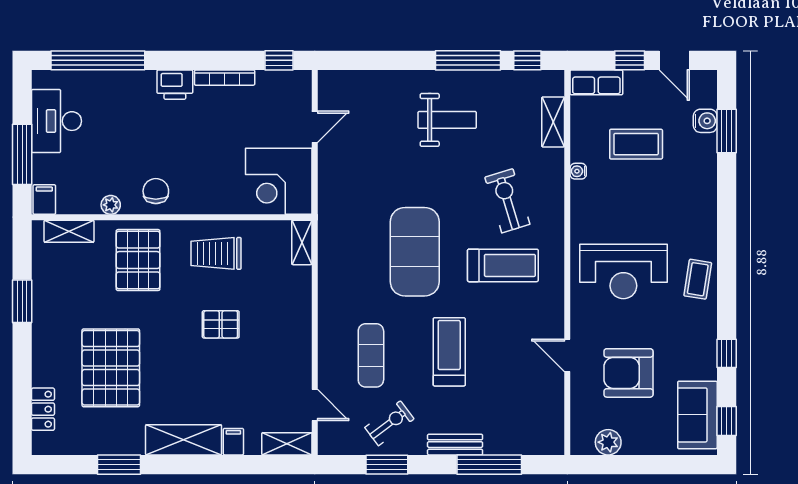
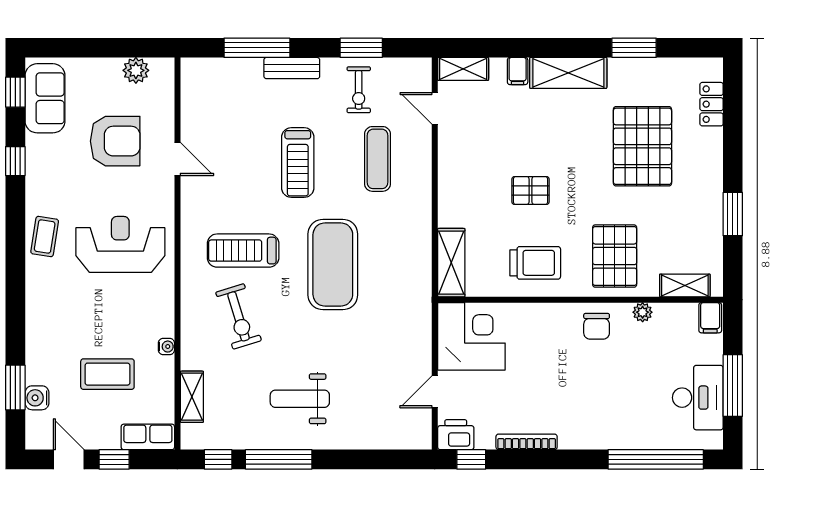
printer: (175, 85) -> (456, 435), moved
window: (22, 154) -> (733, 385), moved
shelving: (302, 242) -> (451, 263), width x1.50, depth x1.33
exercise bike: (389, 423) -> (359, 90), turned -53

